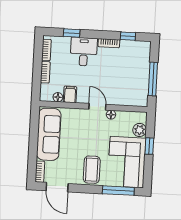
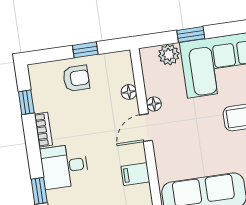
armchair: (137, 70) -> (76, 78), added
window: (153, 79) -> (85, 50), width x0.46
floor lamp: (58, 97) -> (129, 92), moved

